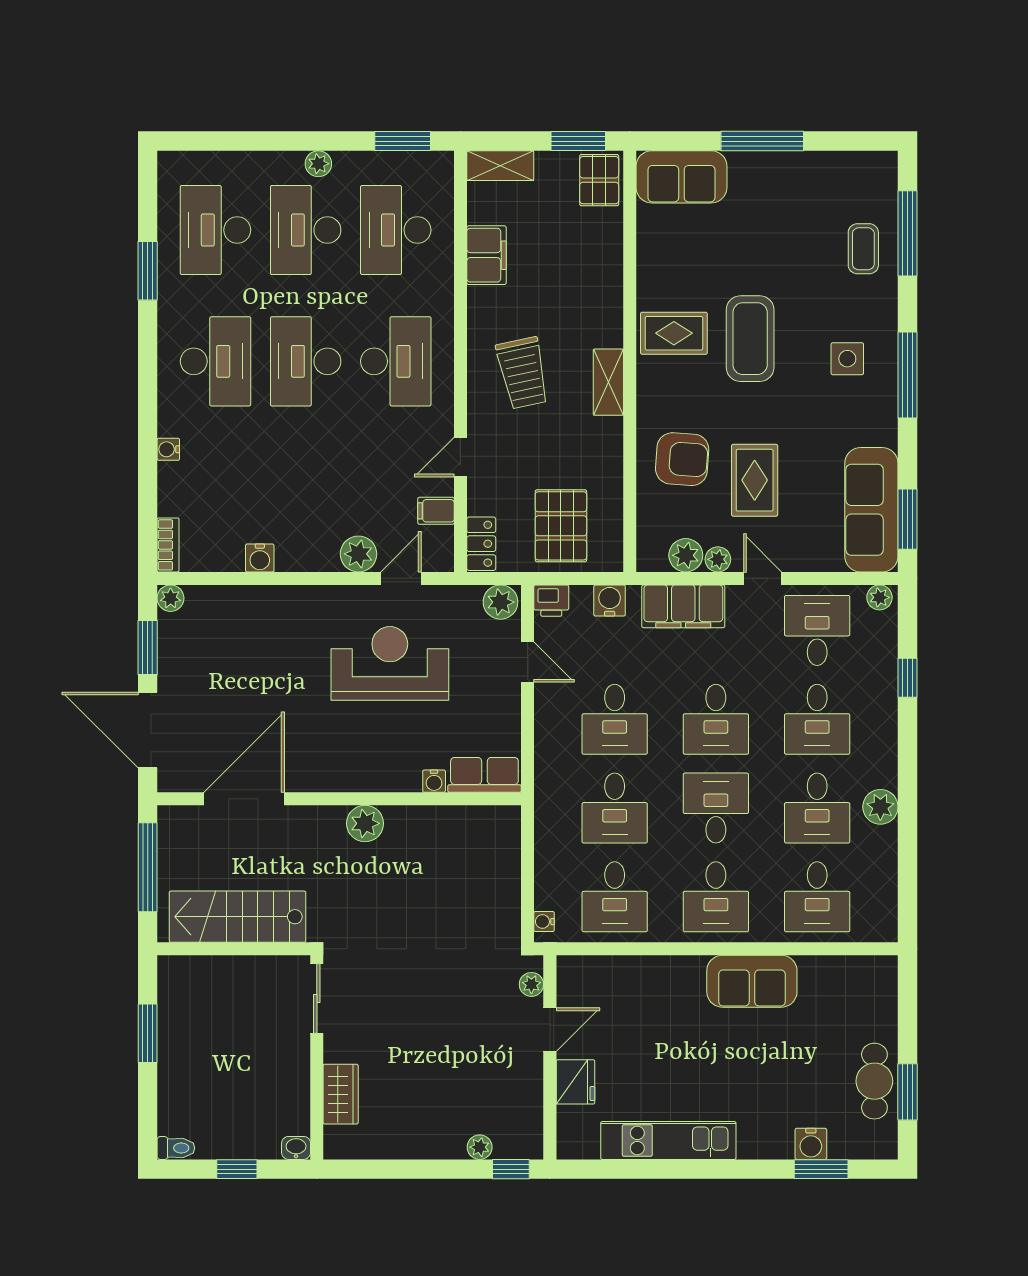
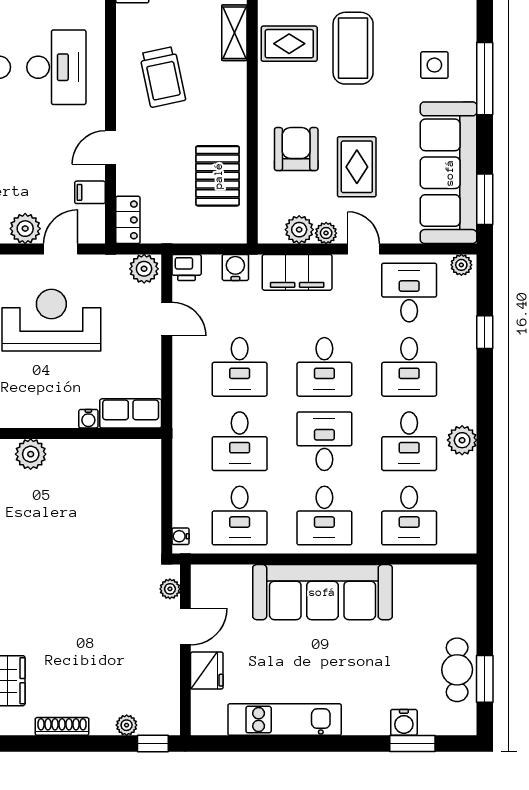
shelving: (608, 382) -> (234, 33), moved
armchair: (682, 459) -> (296, 149), turned -94
sofa: (871, 510) -> (449, 173), width x1.36, depth x1.27
pallet: (561, 526) -> (218, 176), moved
sofa: (752, 981) -> (322, 592), width x1.85, depth x1.27
shoe rack: (402, 1149) -> (62, 726), added

